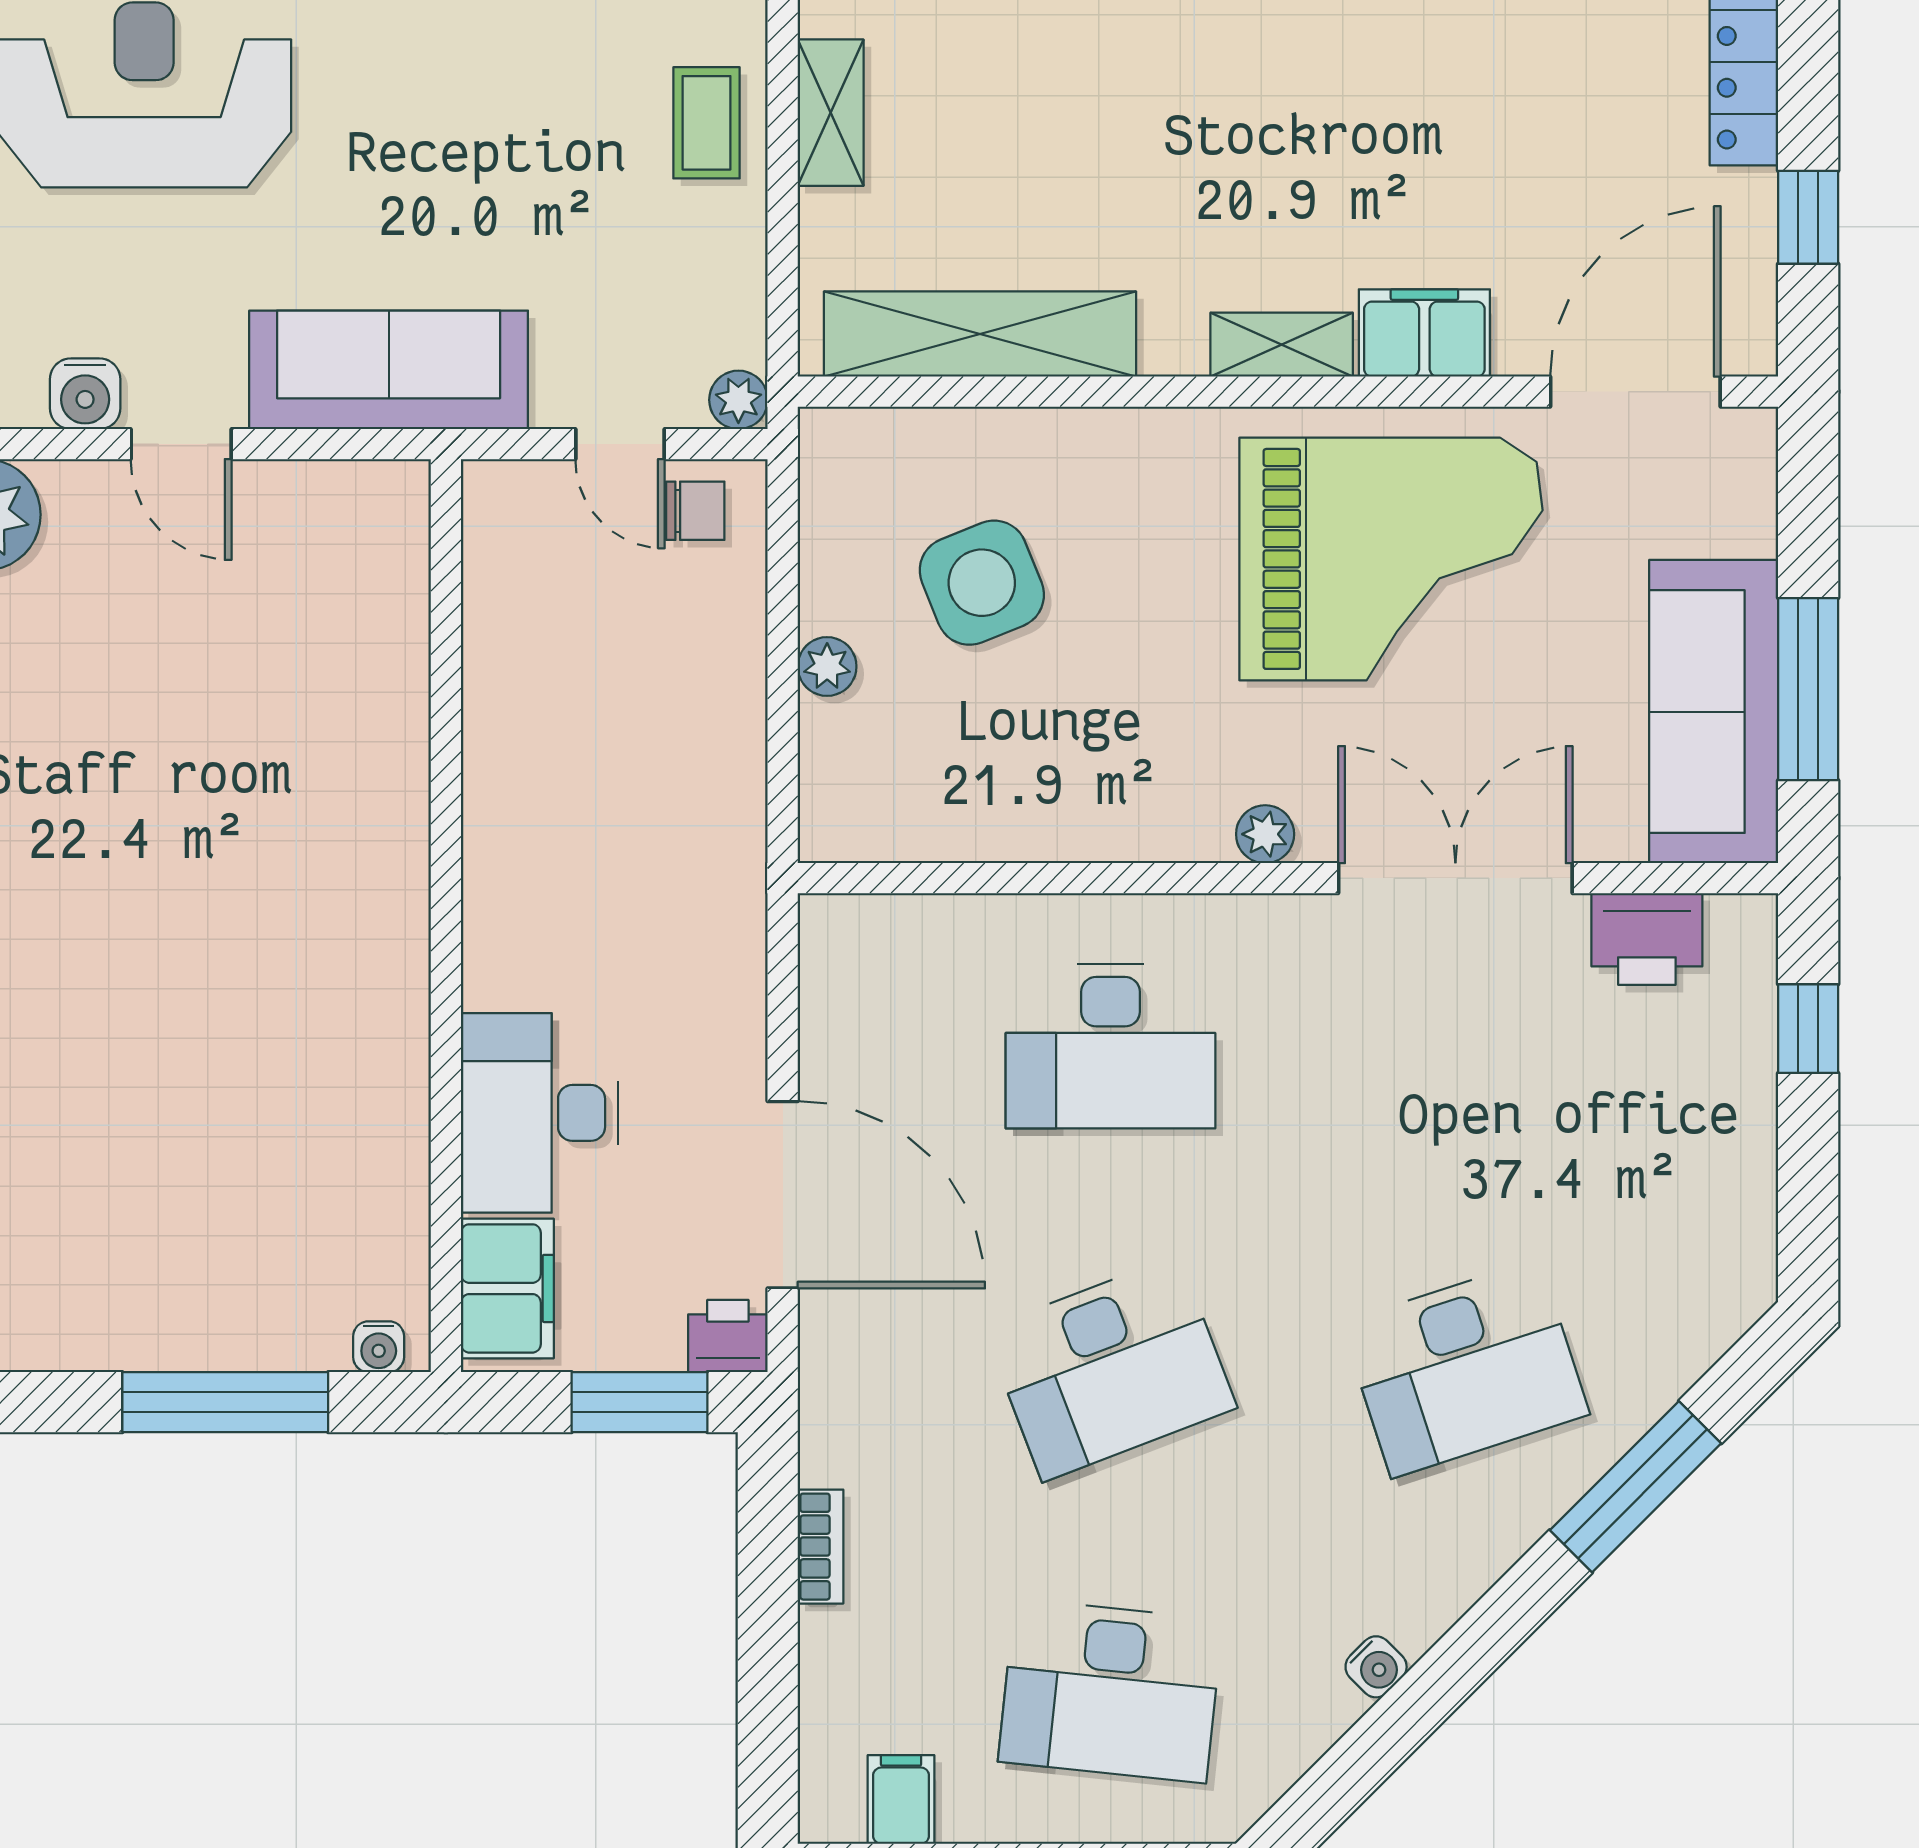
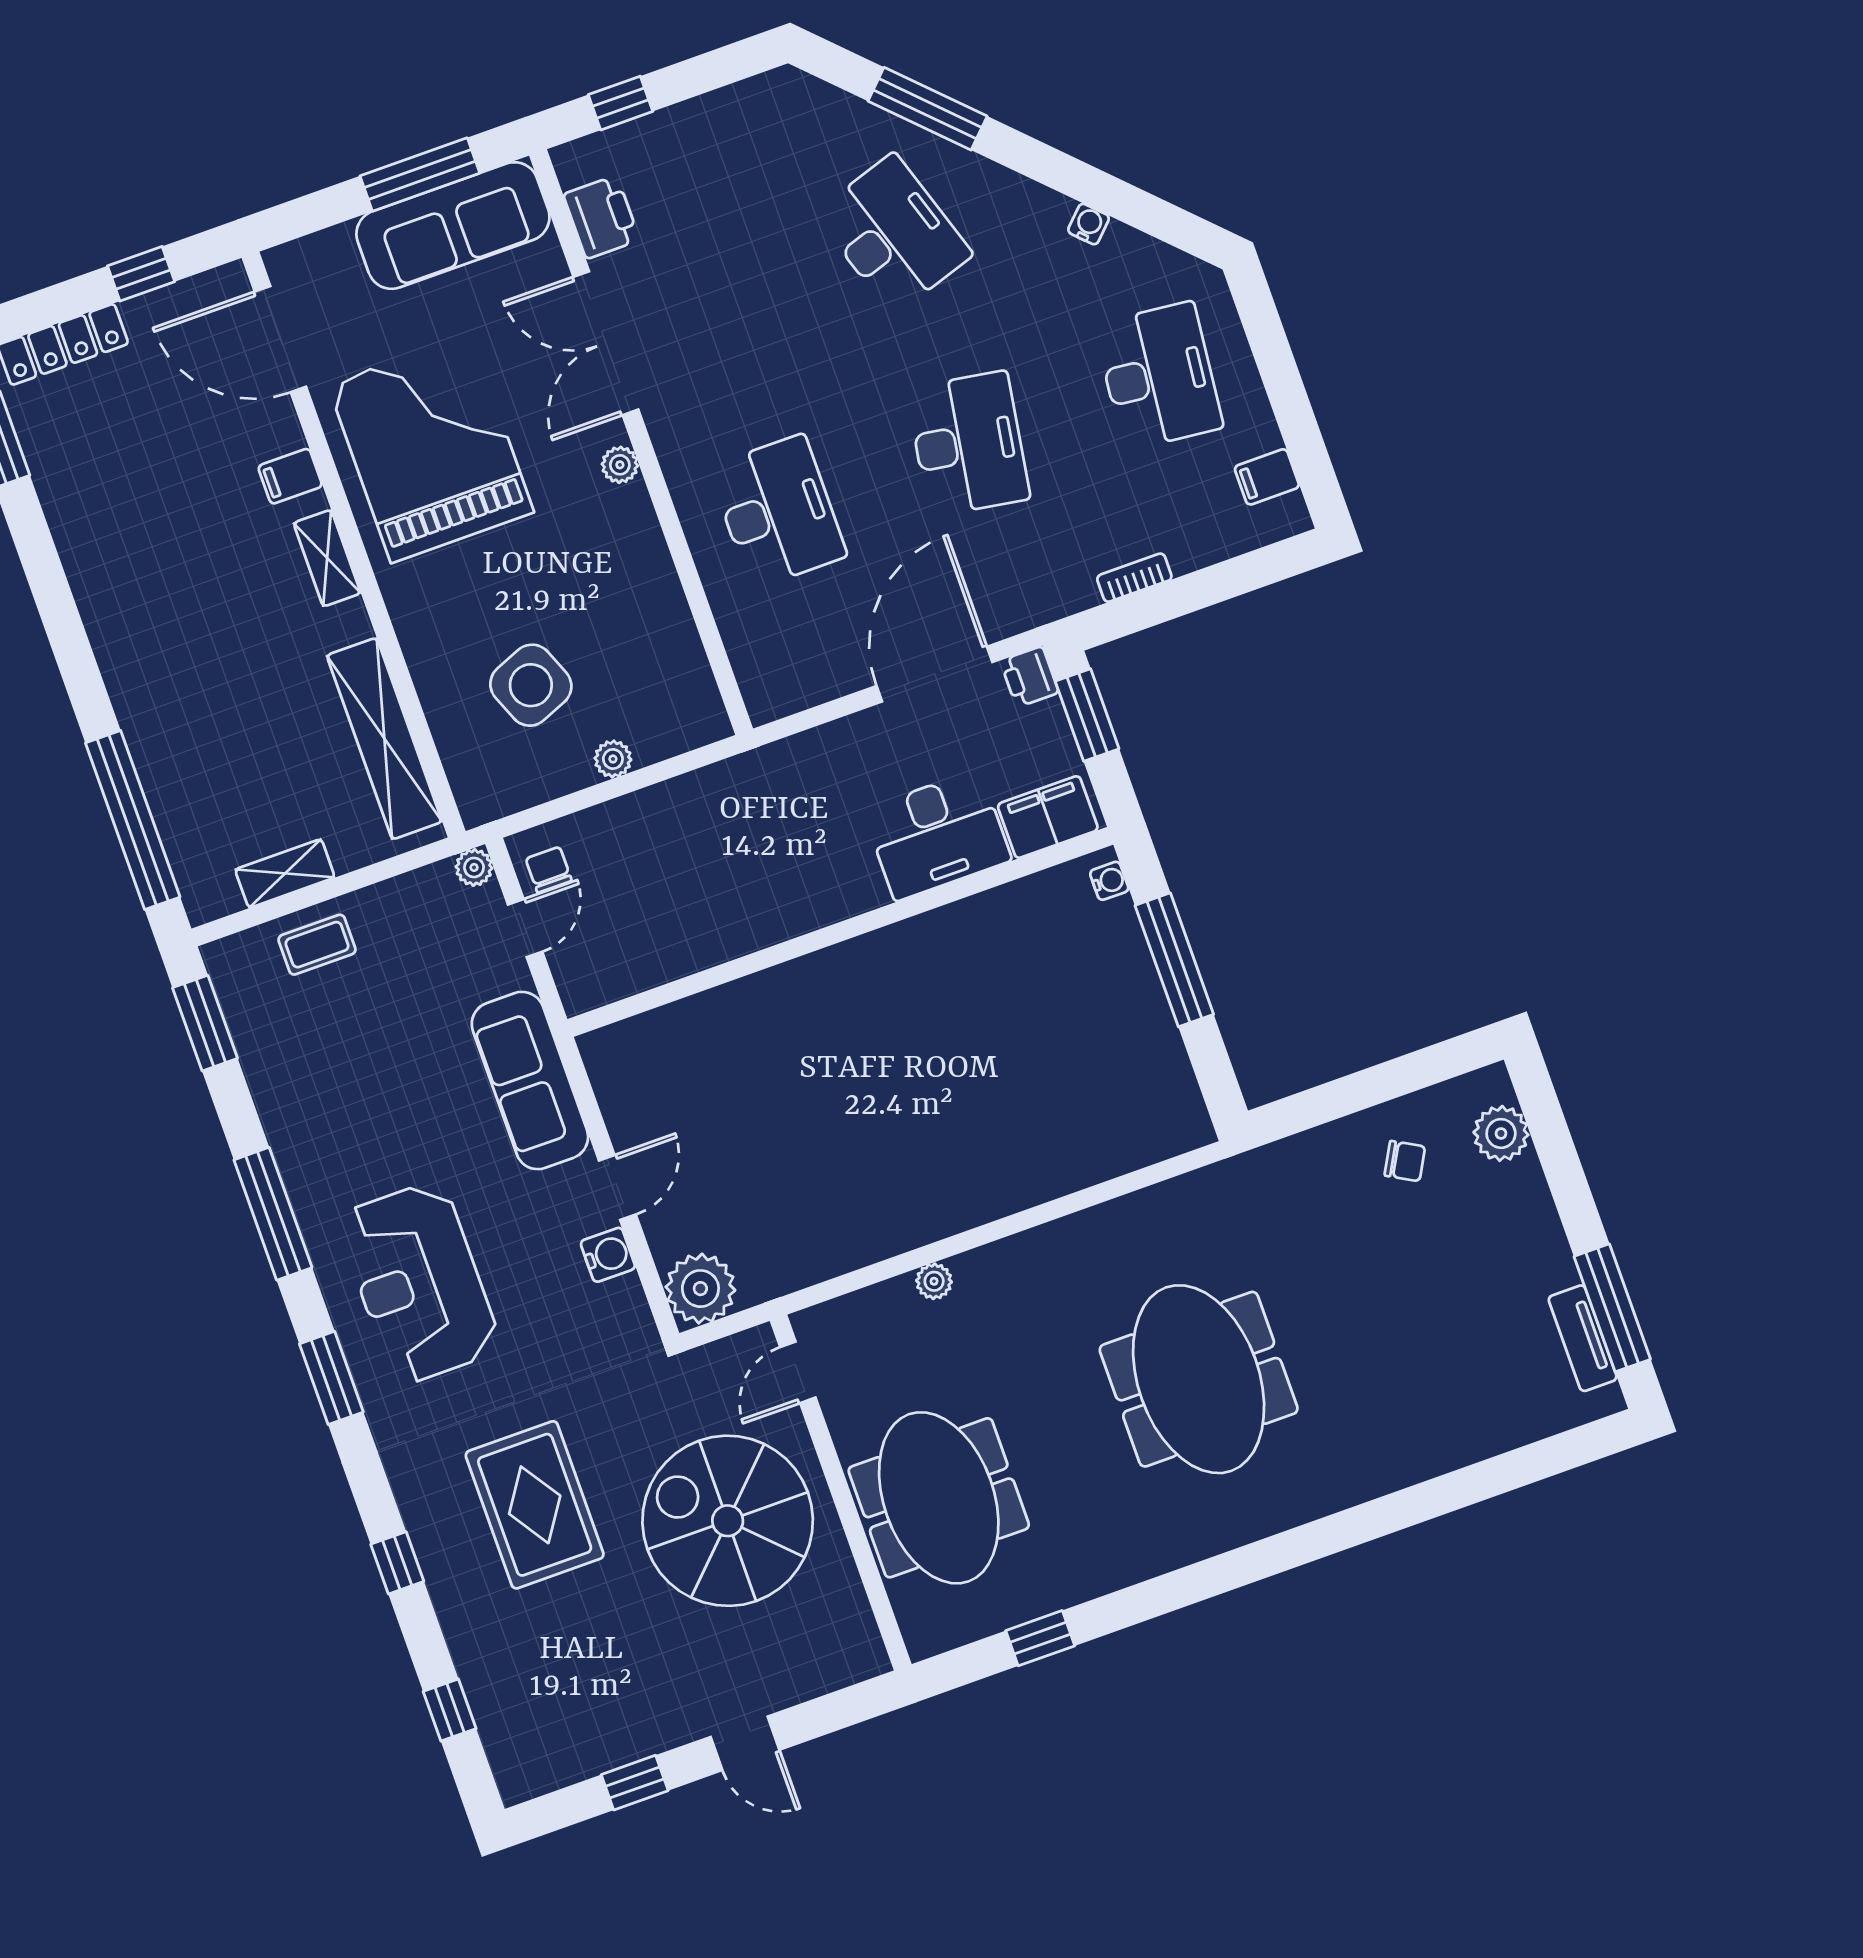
filing cabinet: (1424, 333) -> (290, 476), width x0.50
desk: (1110, 1368) -> (968, 444), turned 30

